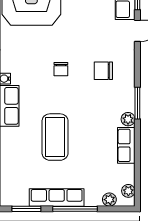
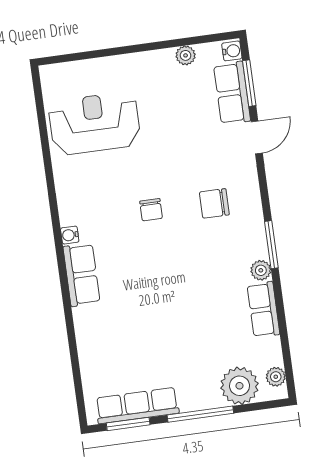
coffee table: (55, 137) -> (156, 312), removed
row of seats: (57, 197) -> (137, 406), moved
plant: (109, 200) -> (239, 386), width x1.87, depth x1.87

